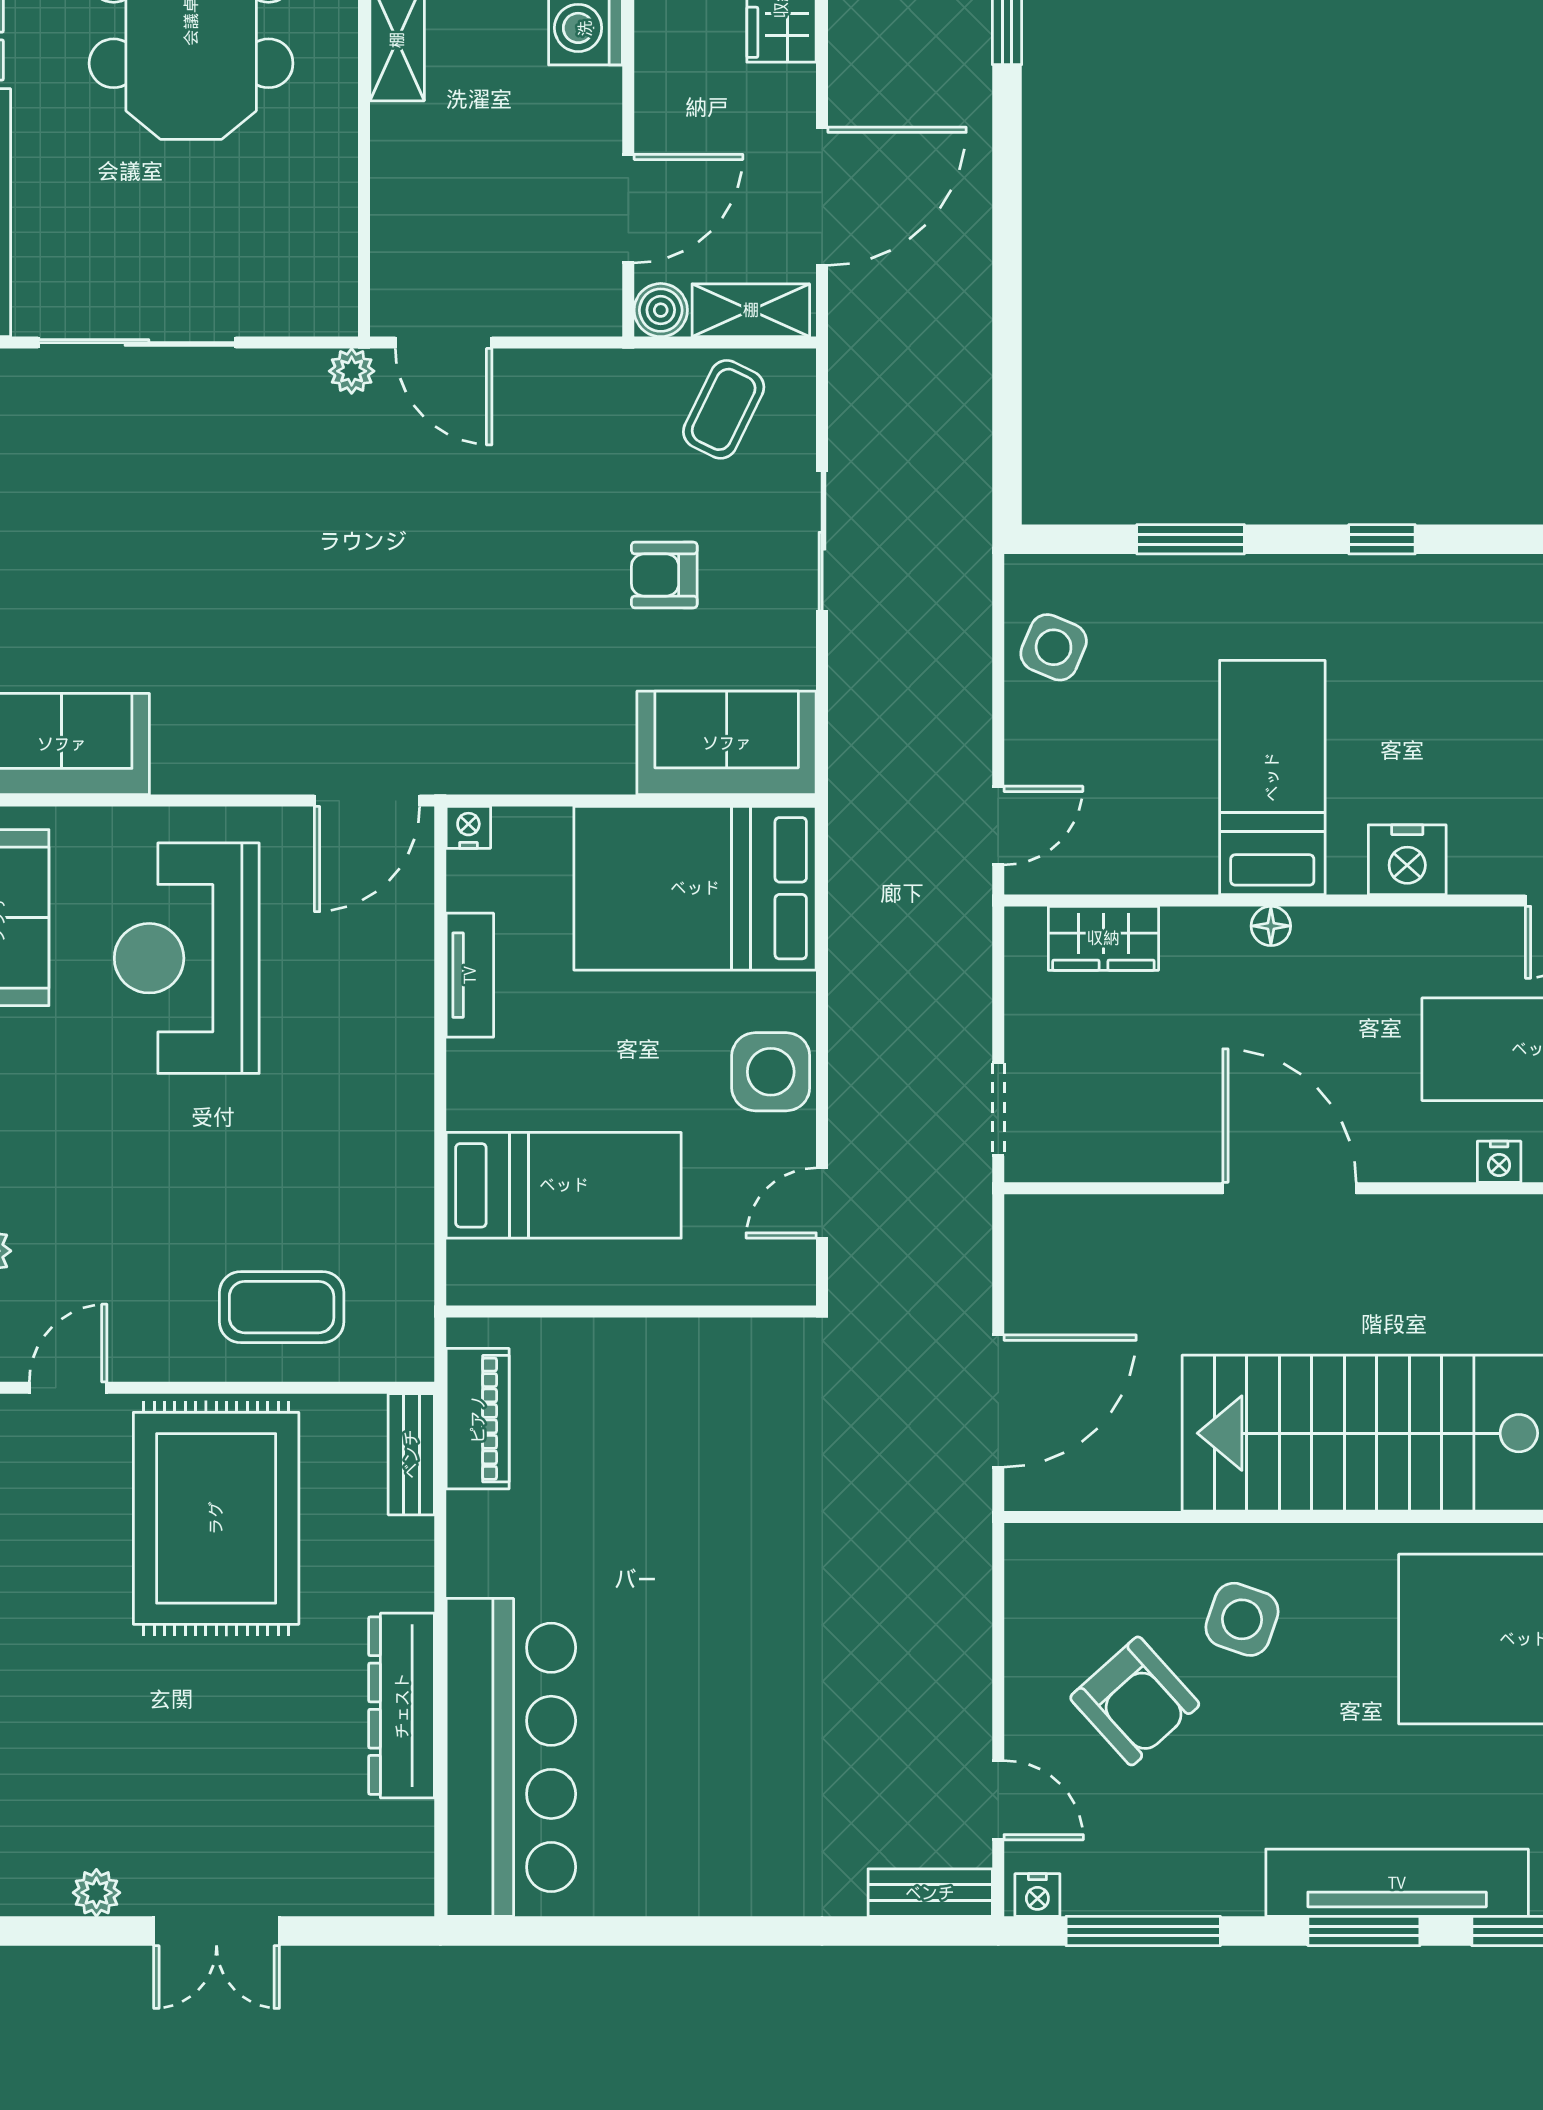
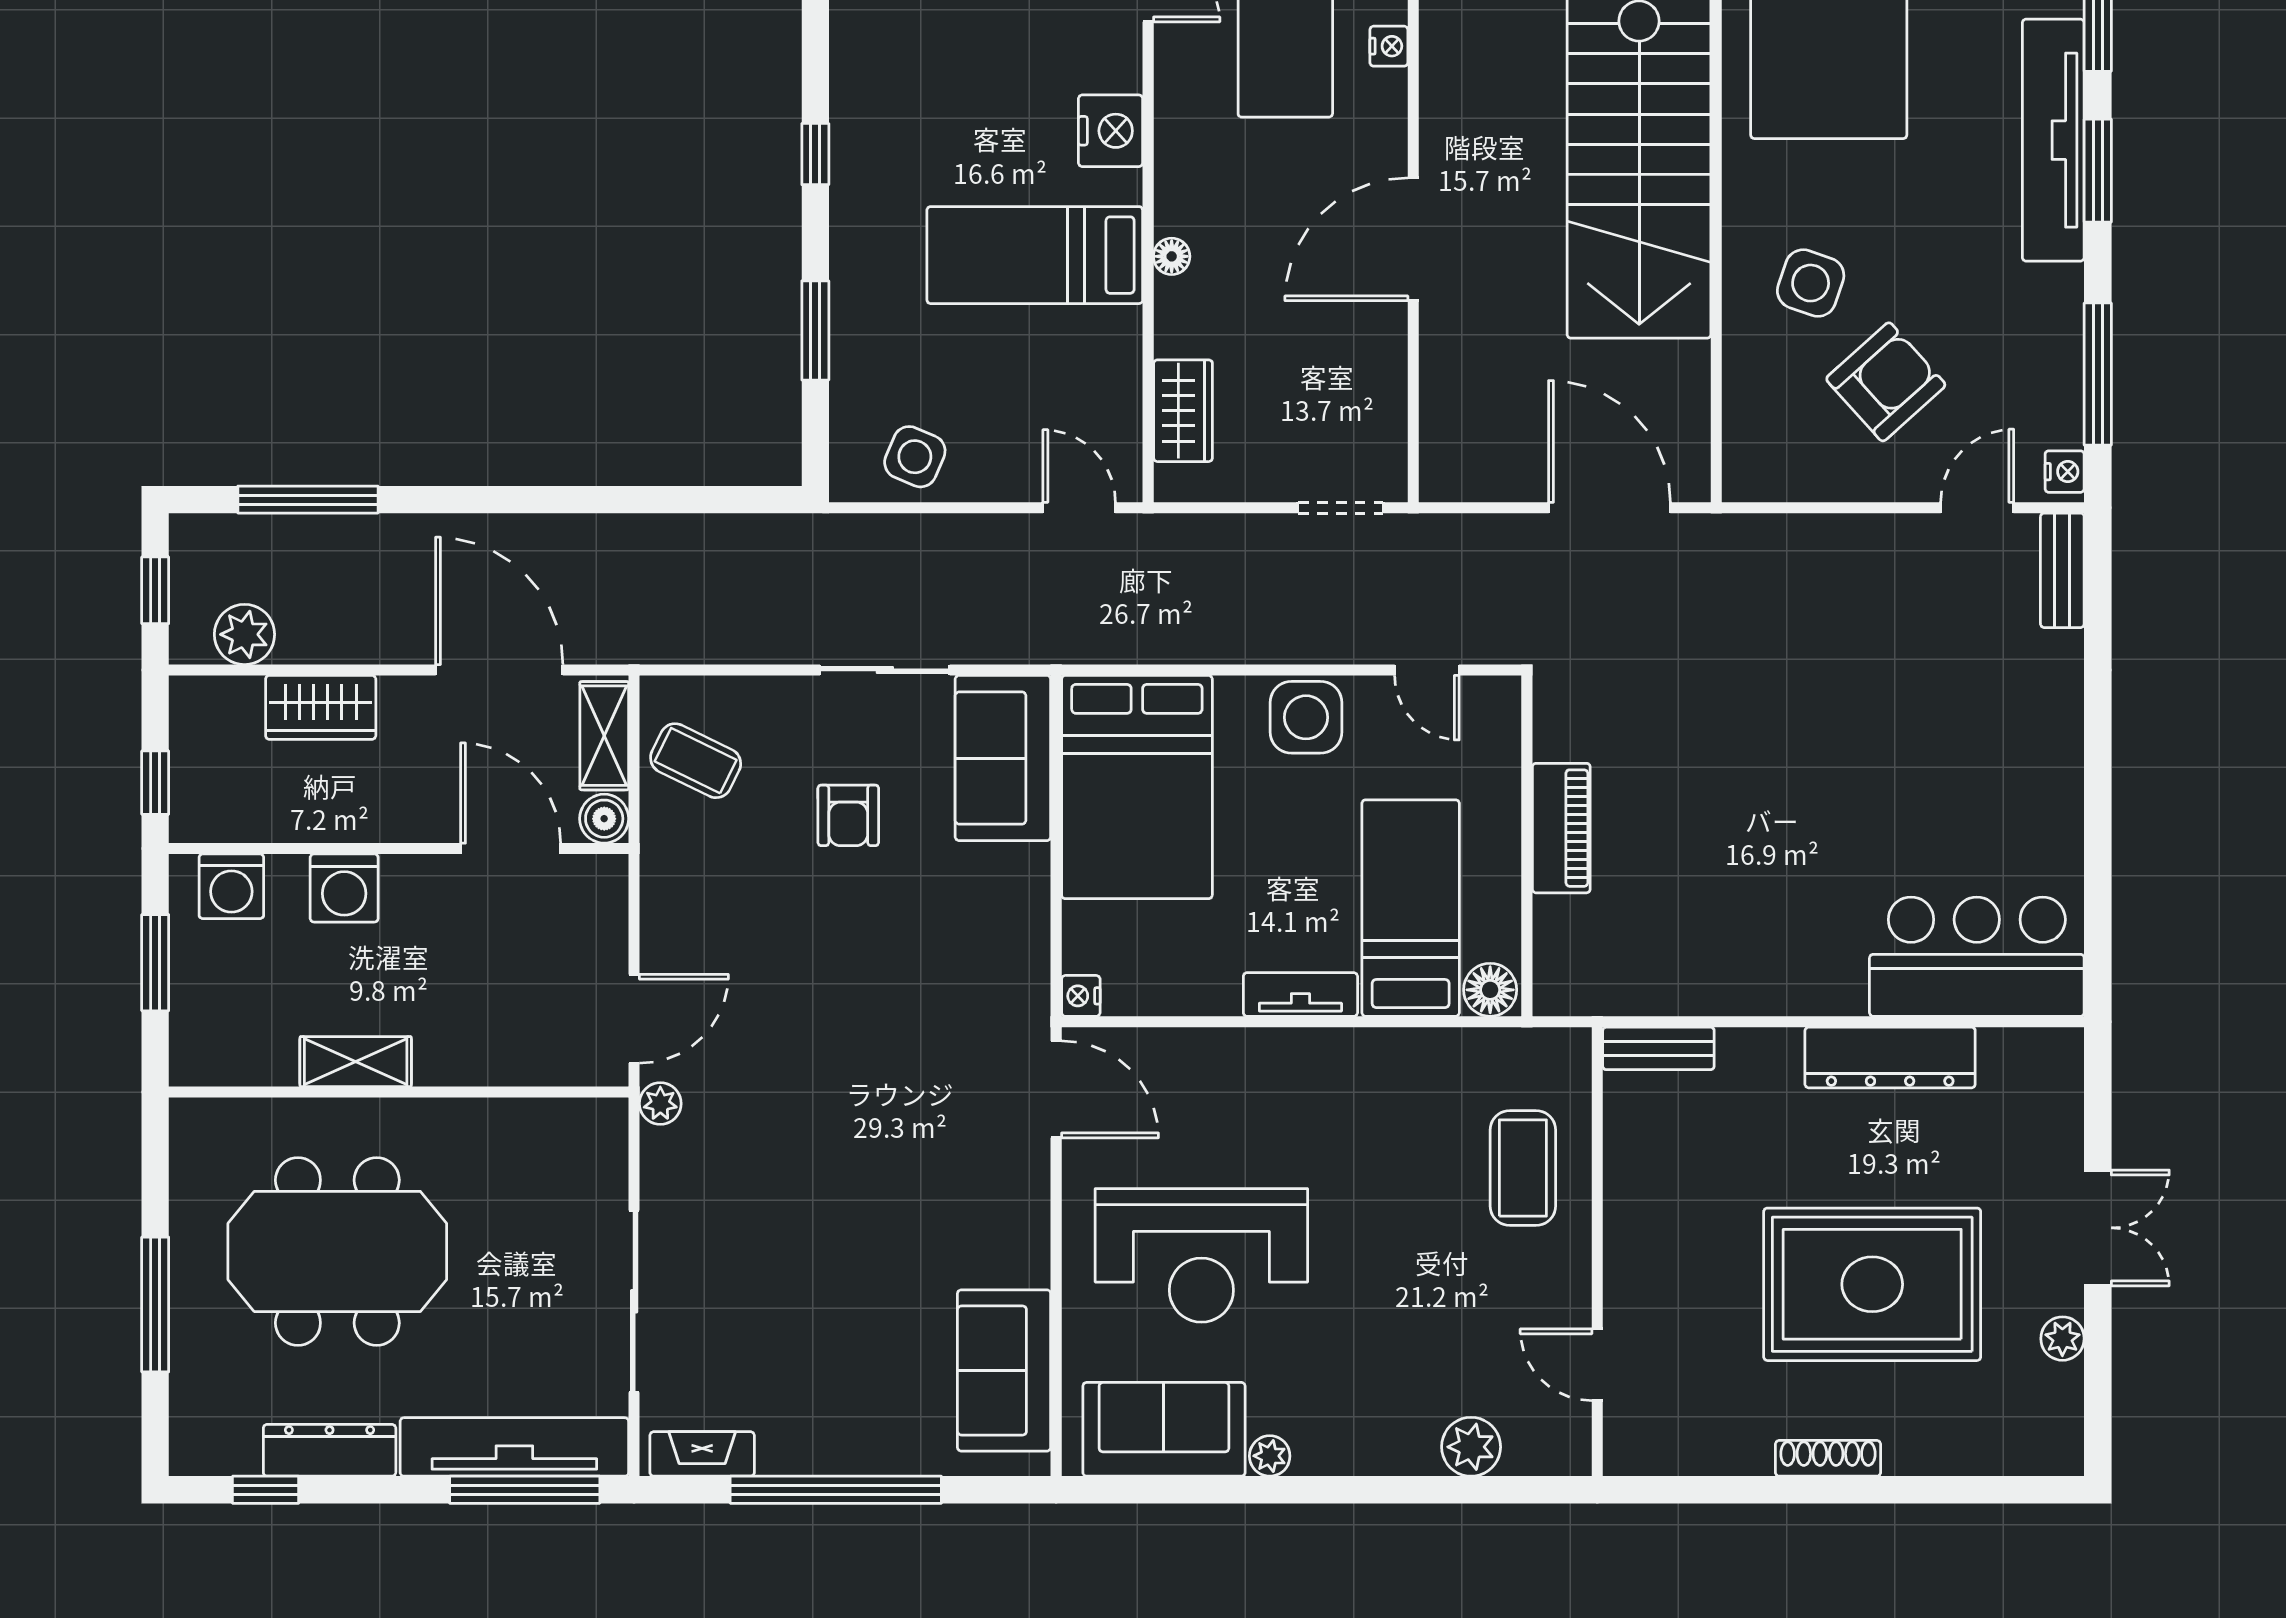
sliding door: (822, 541) -> (885, 670), moved
tv unit: (470, 975) -> (1300, 994), moved
floor lamp: (475, 1272) -> (1490, 990), added
piano: (478, 1419) -> (1561, 828), moved, turned 90
rug: (216, 1518) -> (1872, 1284), moved
bar counter: (511, 1757) -> (1977, 957), width x0.73

